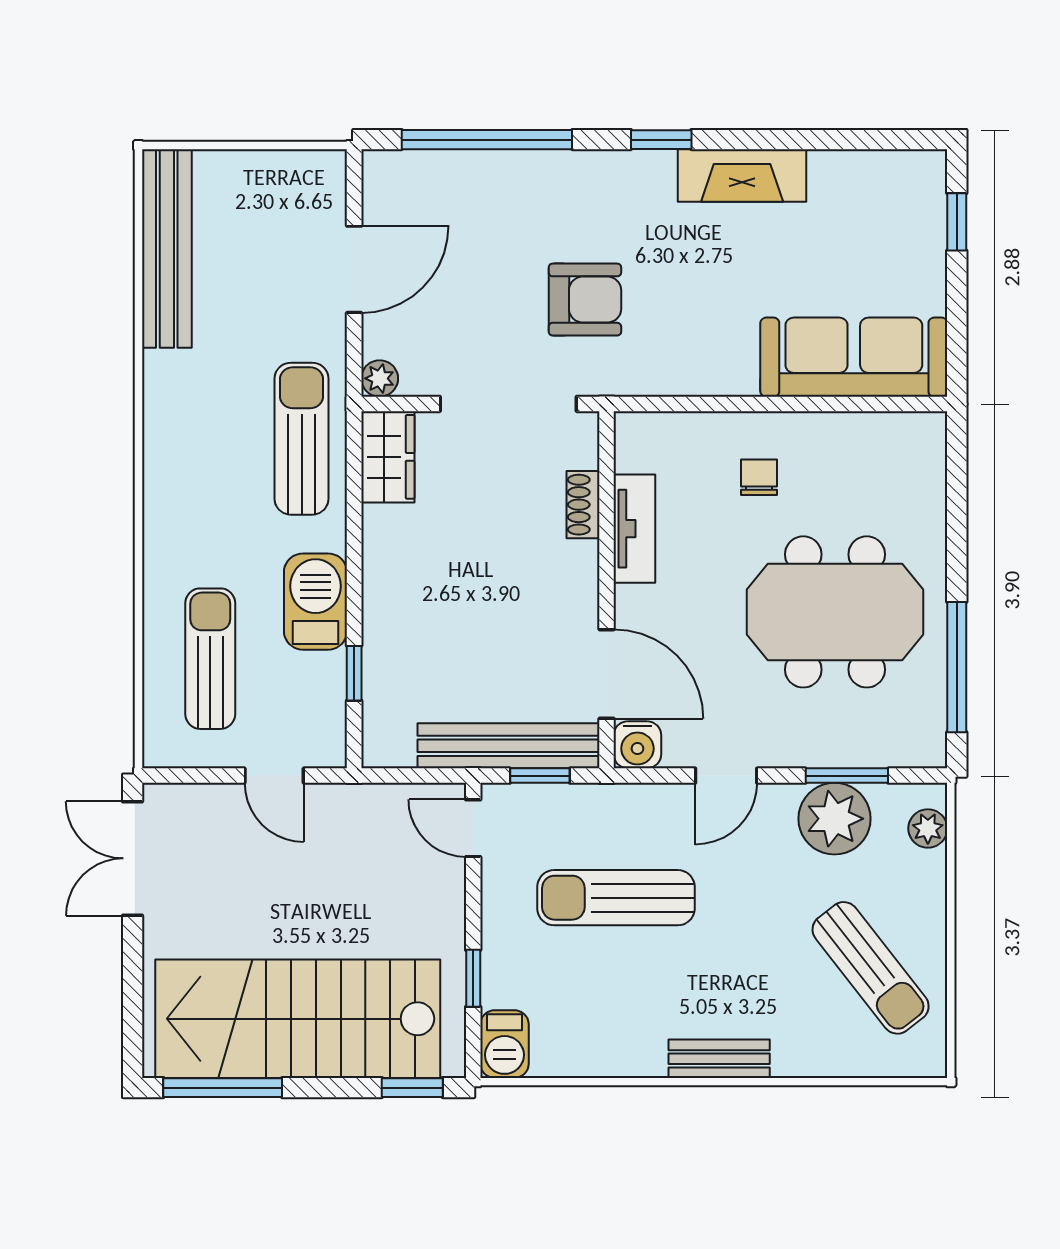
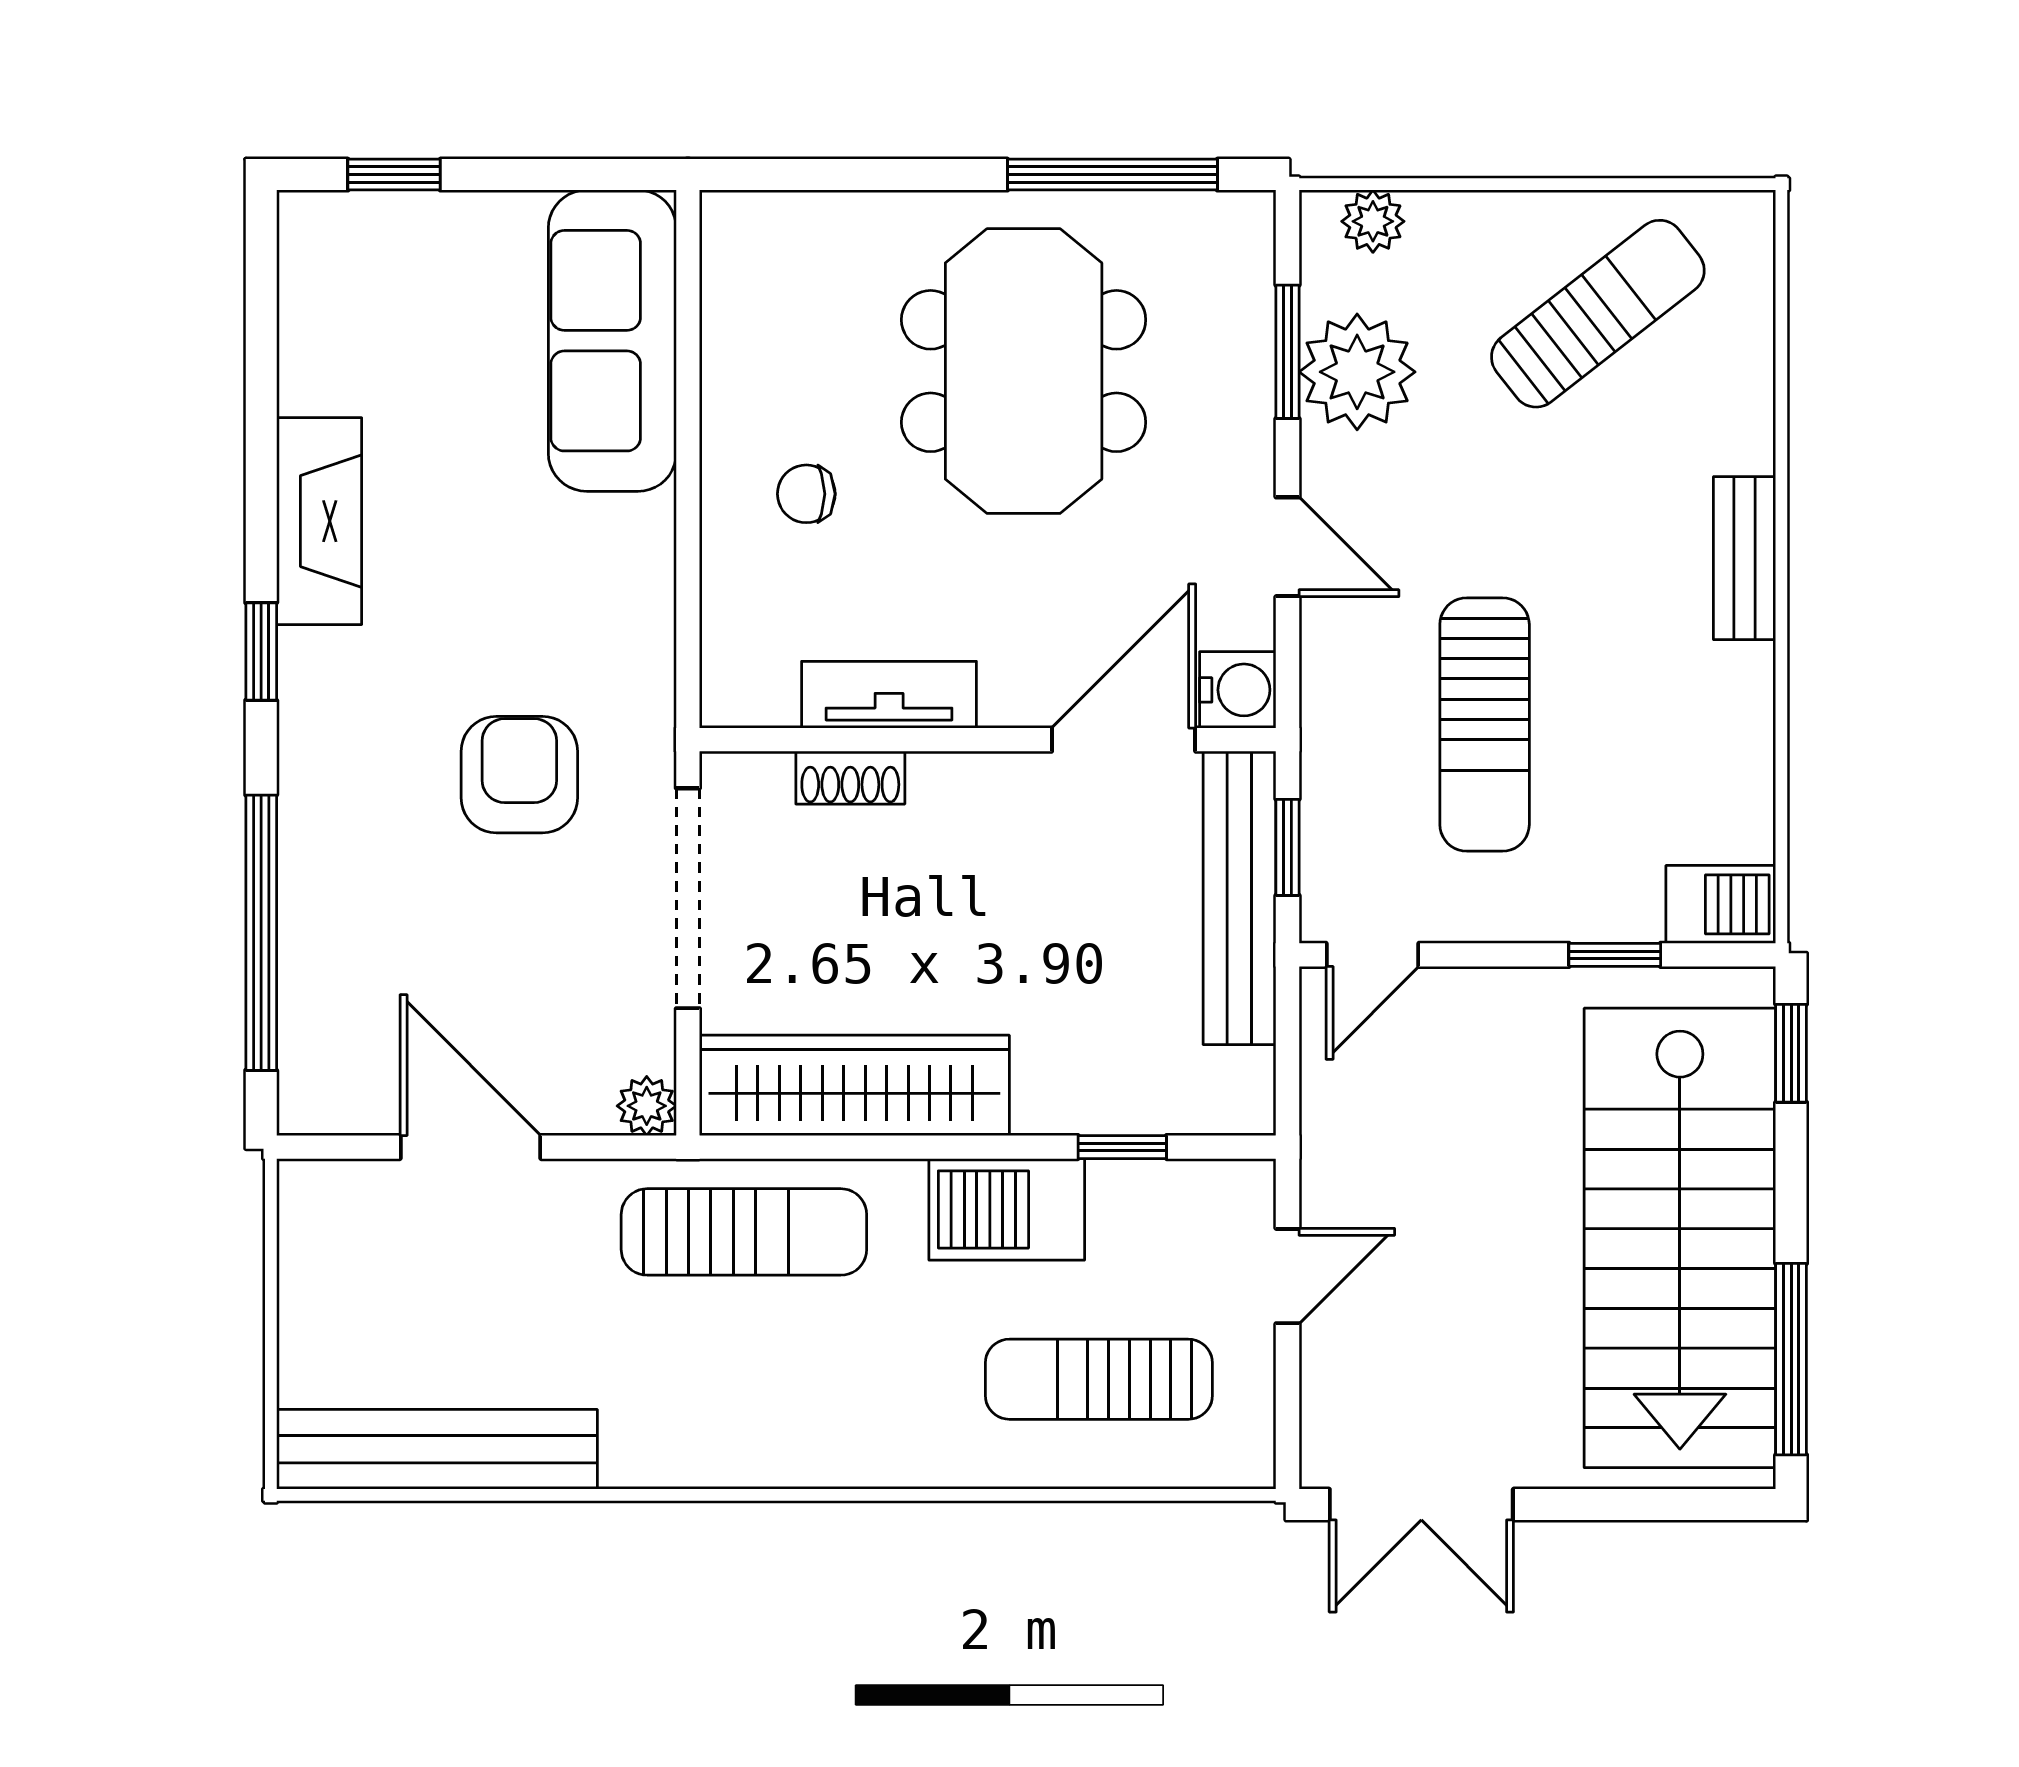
sun lounger: (302, 439) -> (744, 1232), turned 180
wardrobe: (388, 457) -> (854, 1085), width x2.10, depth x1.17

